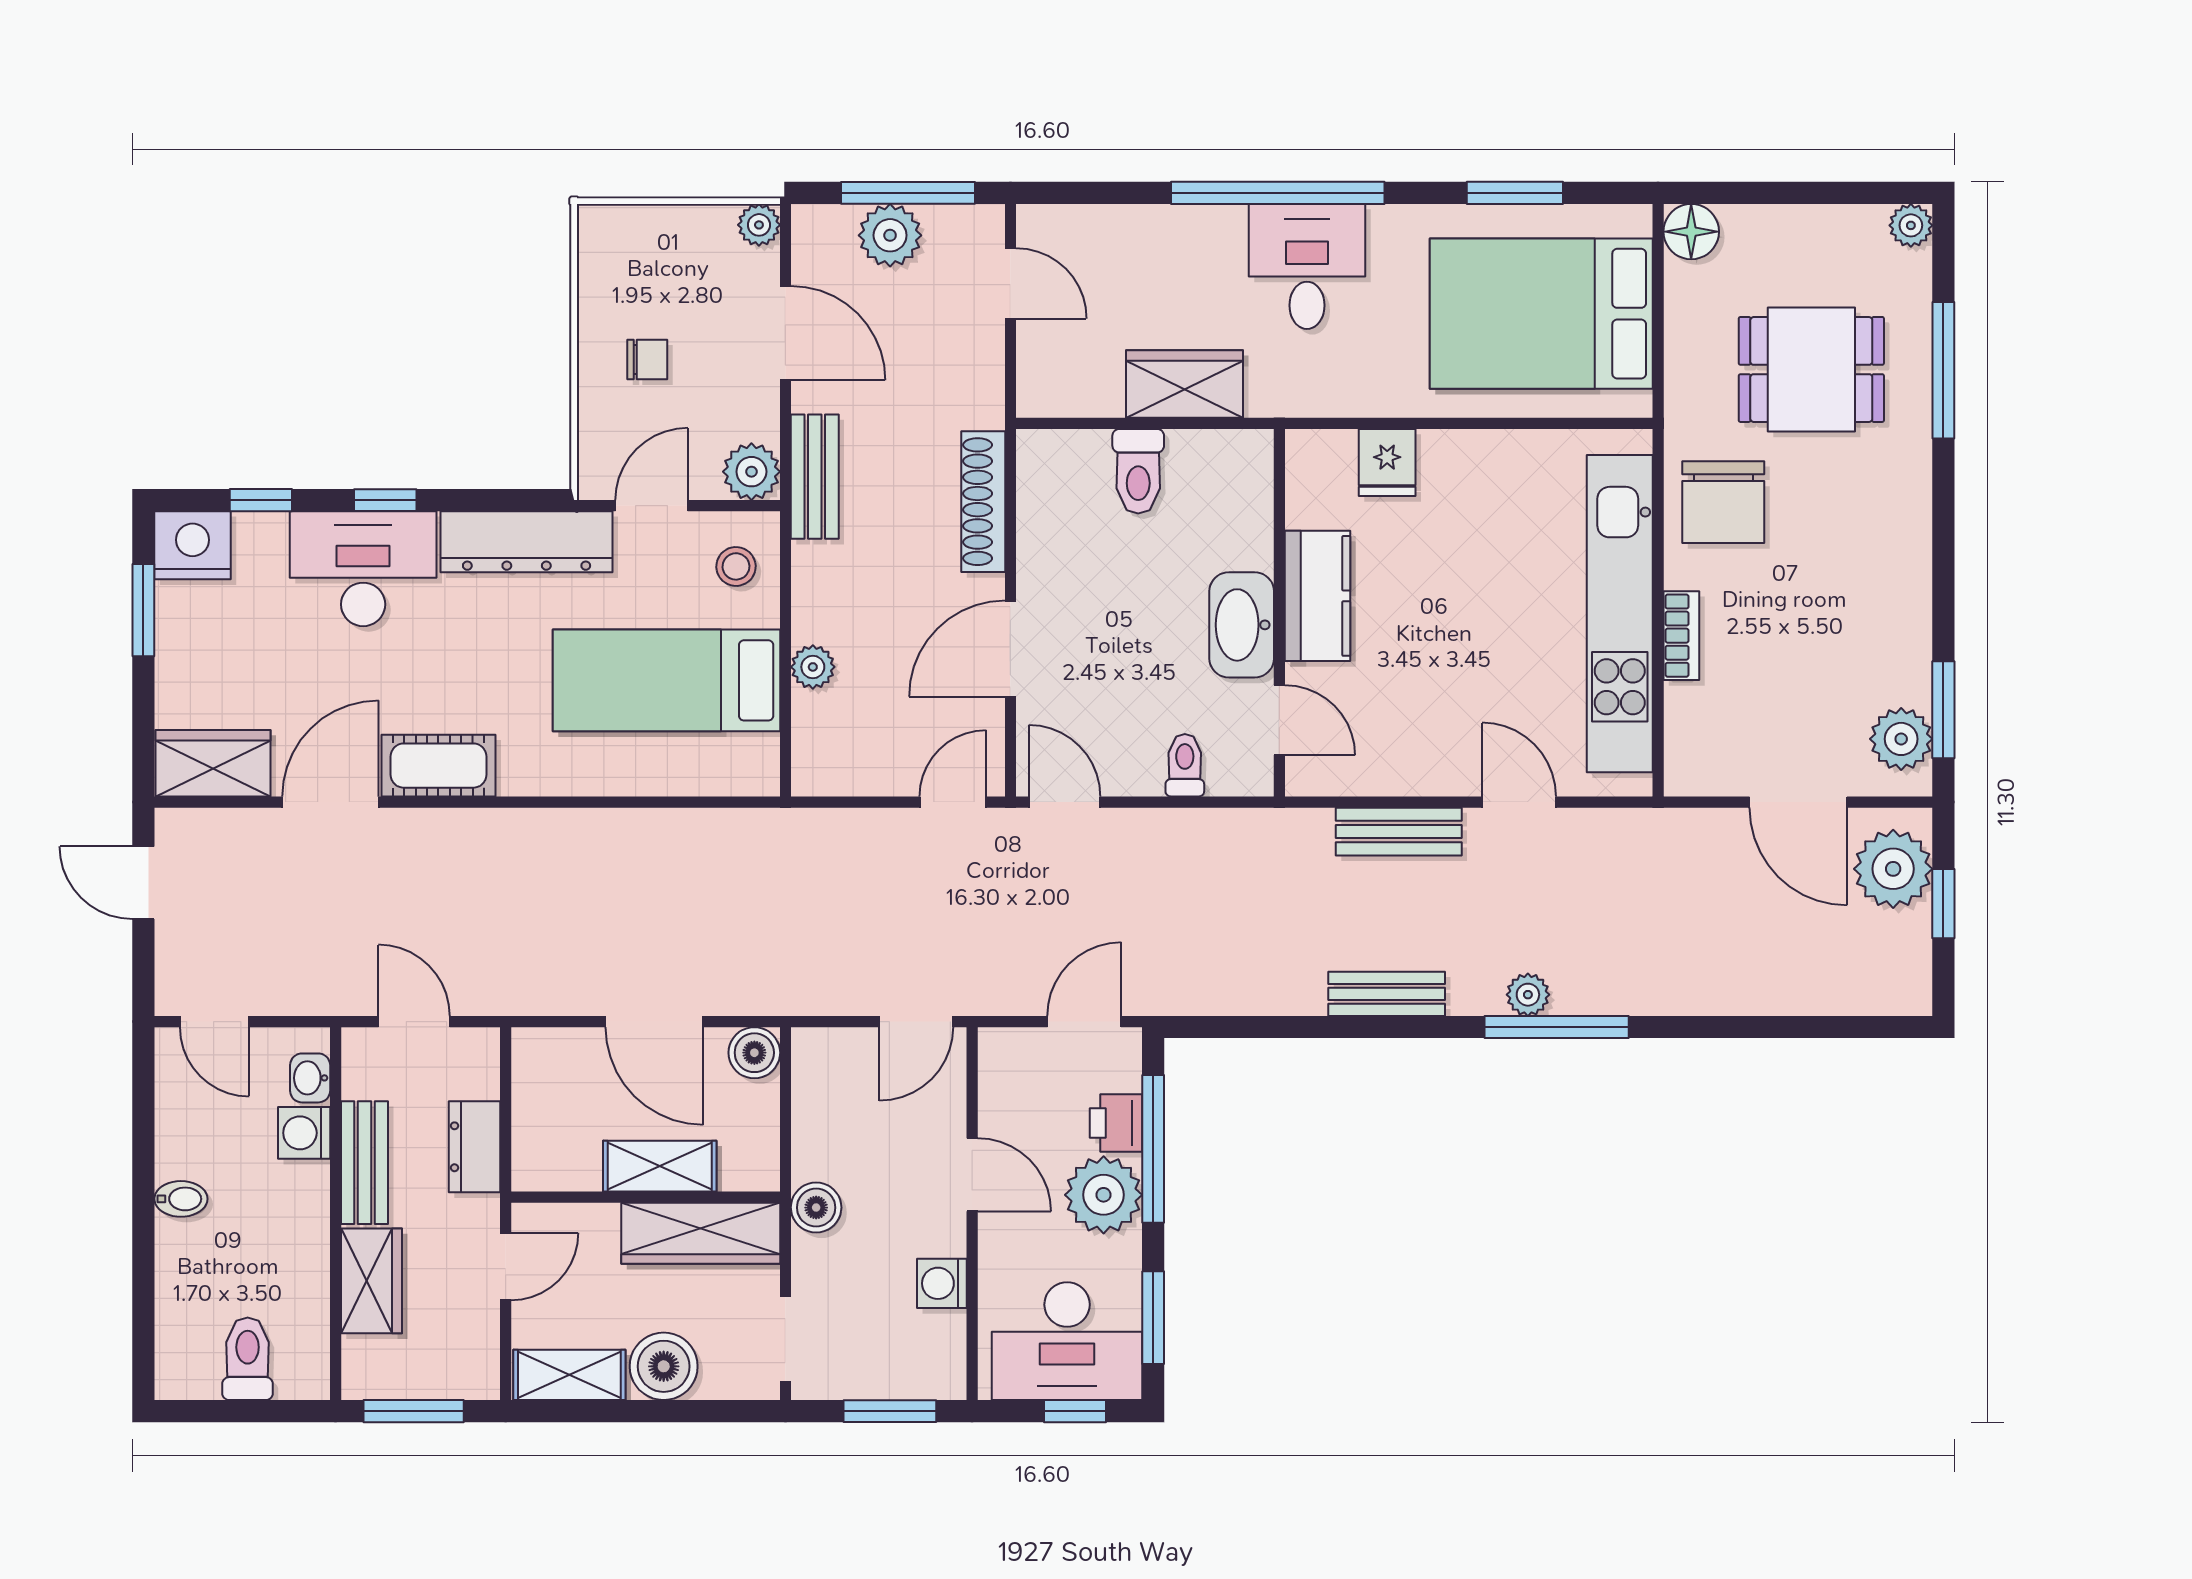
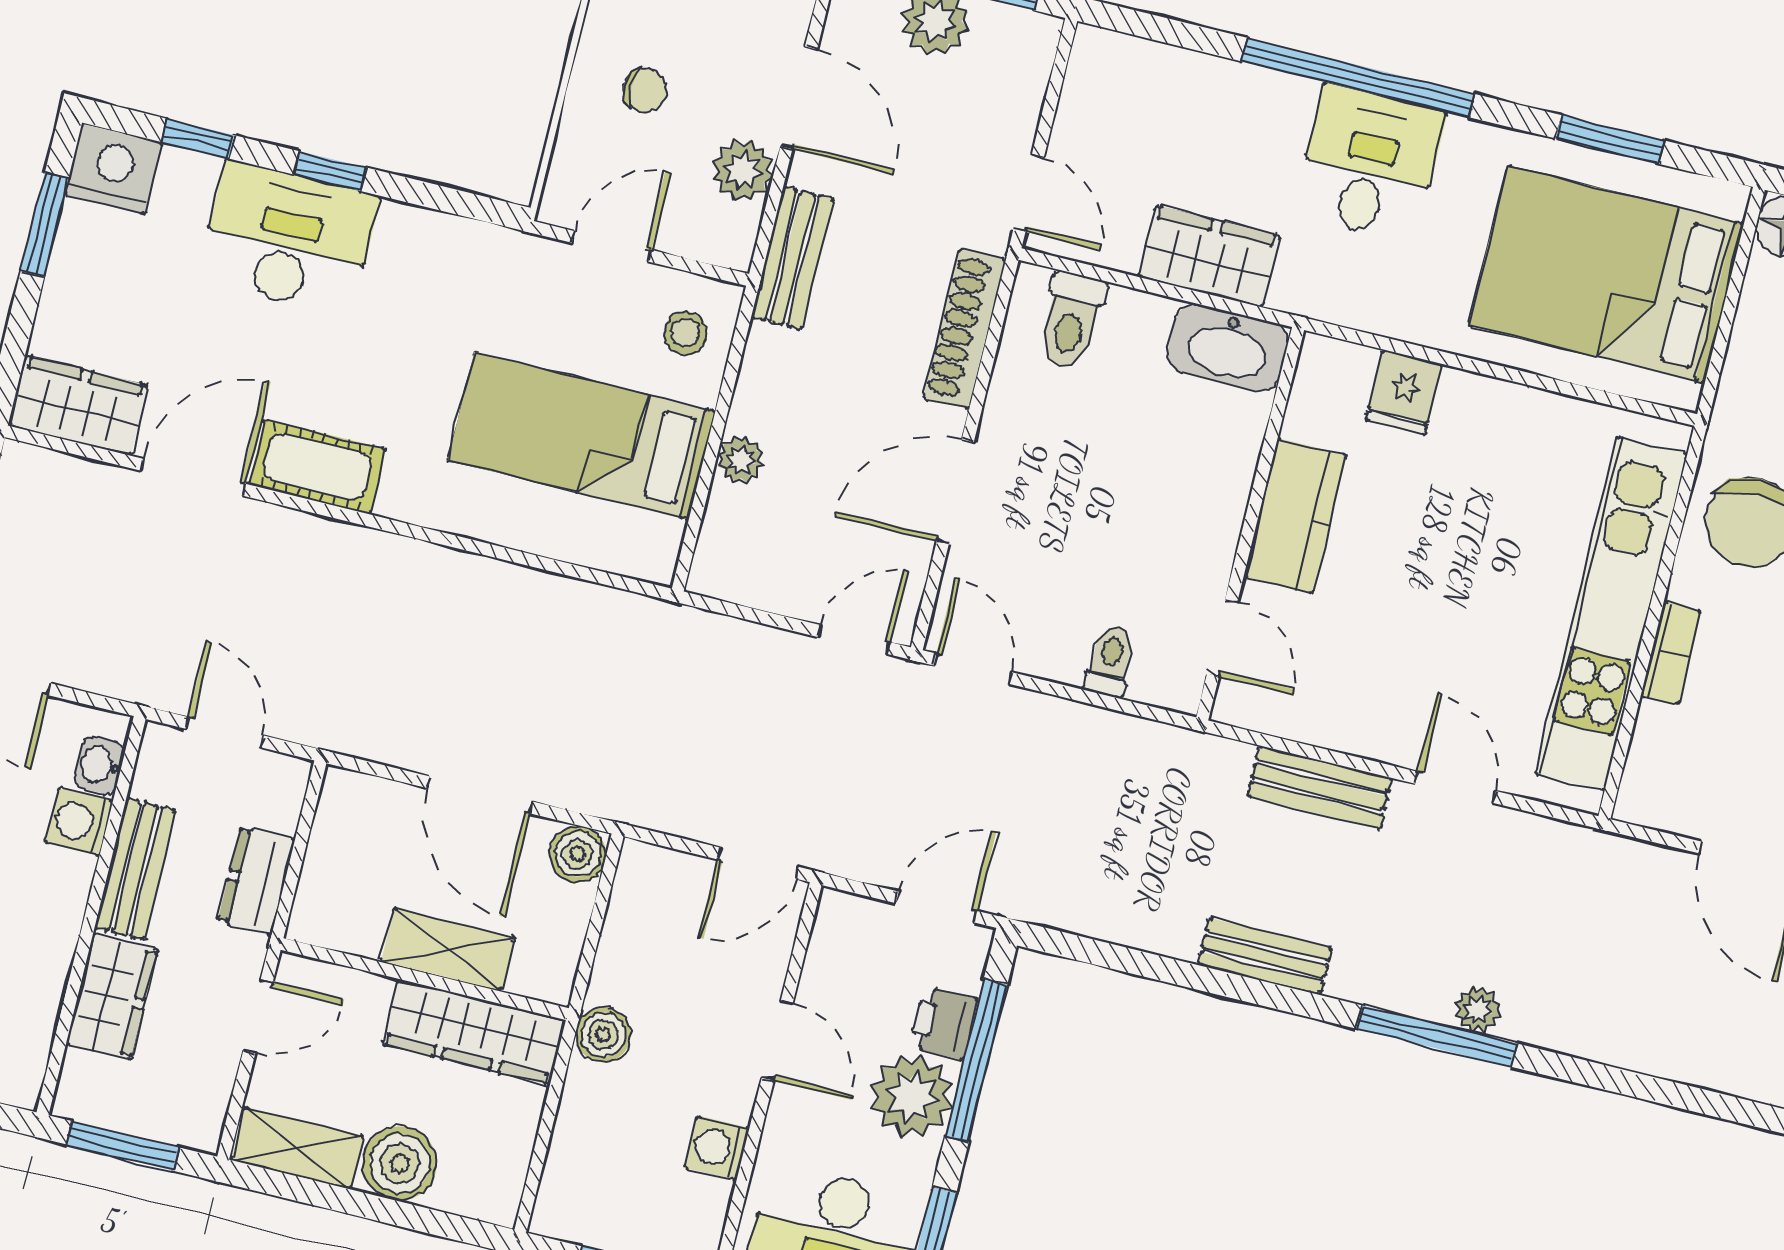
door: (1010, 283) -> (1029, 193), moved
toilet: (1138, 471) -> (1071, 320), moved
plant: (751, 472) -> (743, 170), moved
dresser: (527, 542) -> (469, 252), removed
washbasin: (1242, 625) -> (1228, 348), moved, turned -90
plant: (1528, 995) -> (1478, 1010), moved
doorway: (785, 1339) -> (536, 1166), removed

